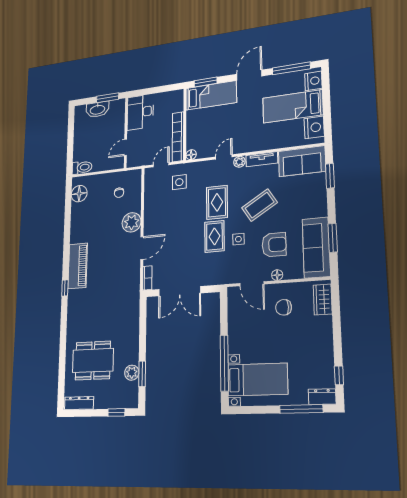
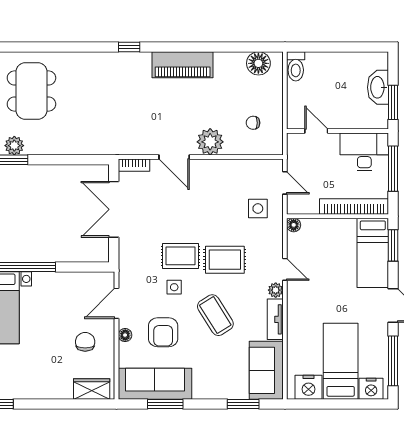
window: (152, 91) -> (393, 169), added
bookcase: (178, 137) -> (354, 207), moved
piano: (78, 266) -> (183, 65), moved

